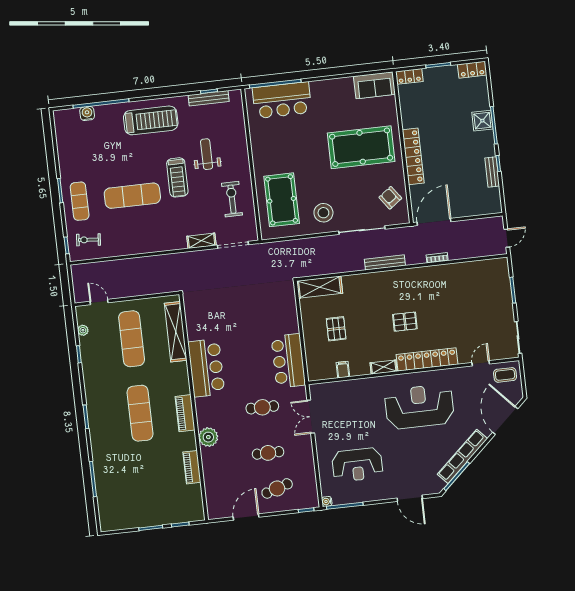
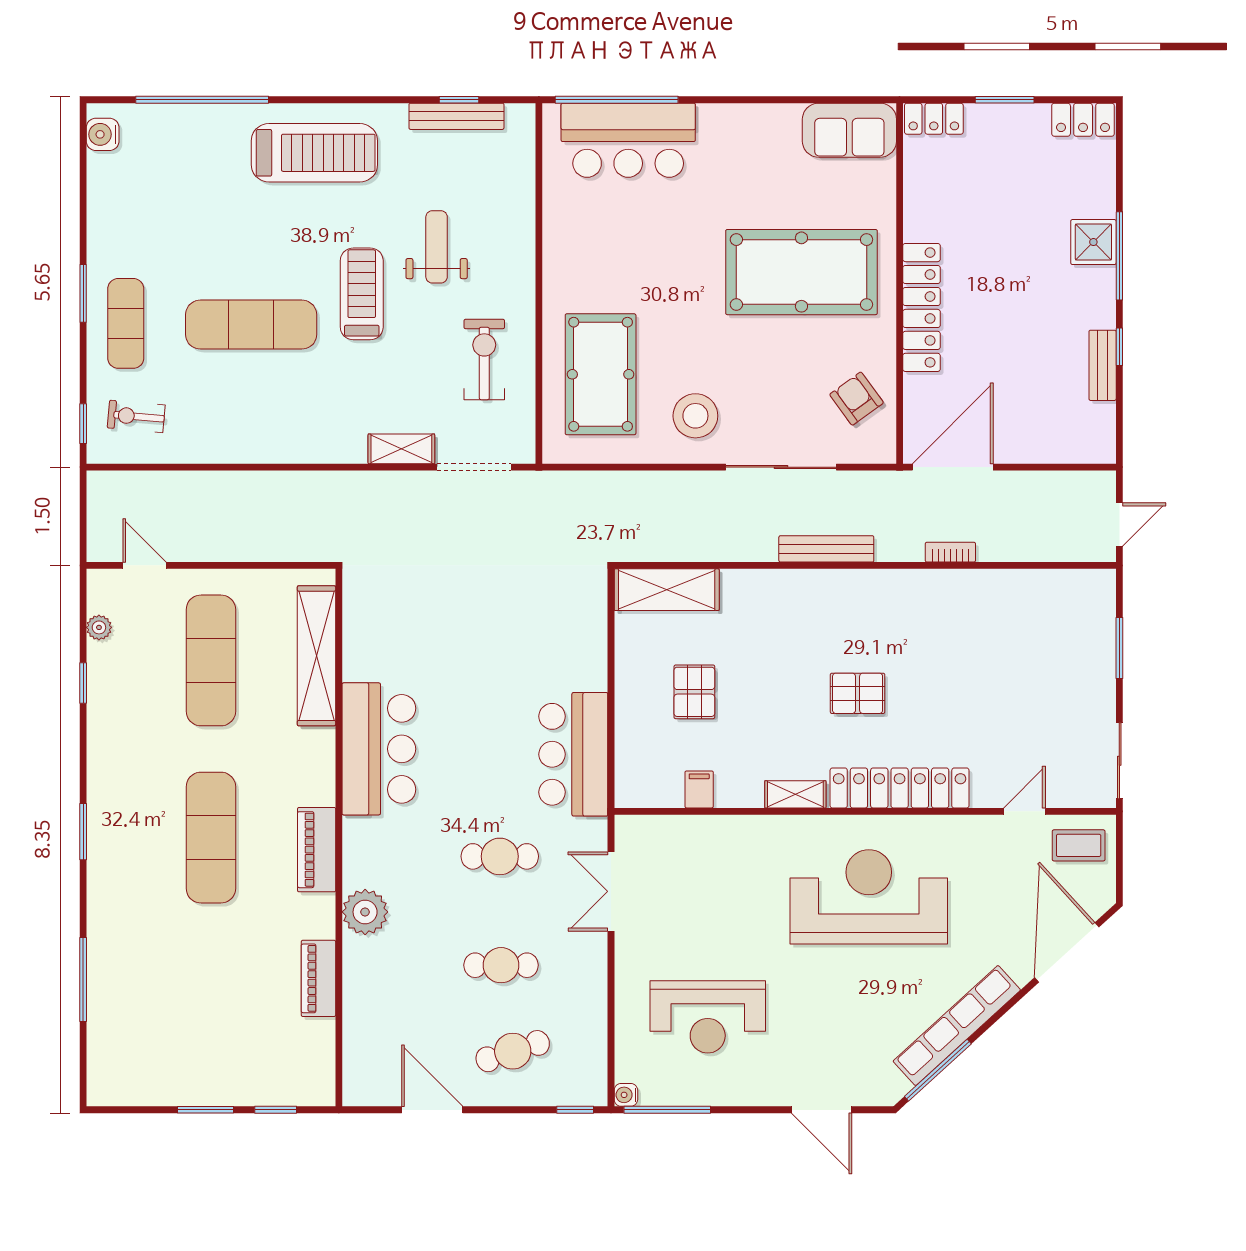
water cooler: (87, 113) -> (103, 134), moved, turned -90
treadmill: (177, 177) -> (362, 294), turned 180
door: (246, 517) -> (432, 1110), hinge flipped

